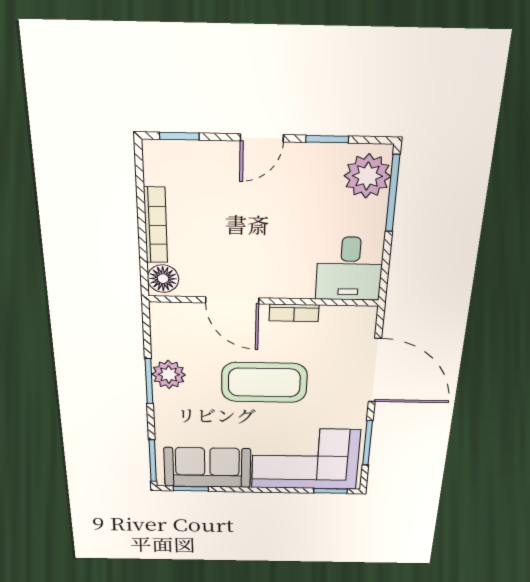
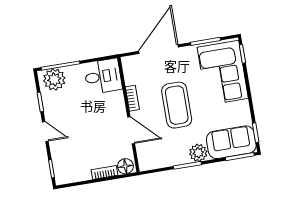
bookcase: (156, 225) -> (105, 172), width x0.64
door: (232, 300) -> (131, 130), hinge flipped
plant: (169, 374) -> (198, 153), moved
sofa: (207, 468) -> (231, 142), moved, turned 90

